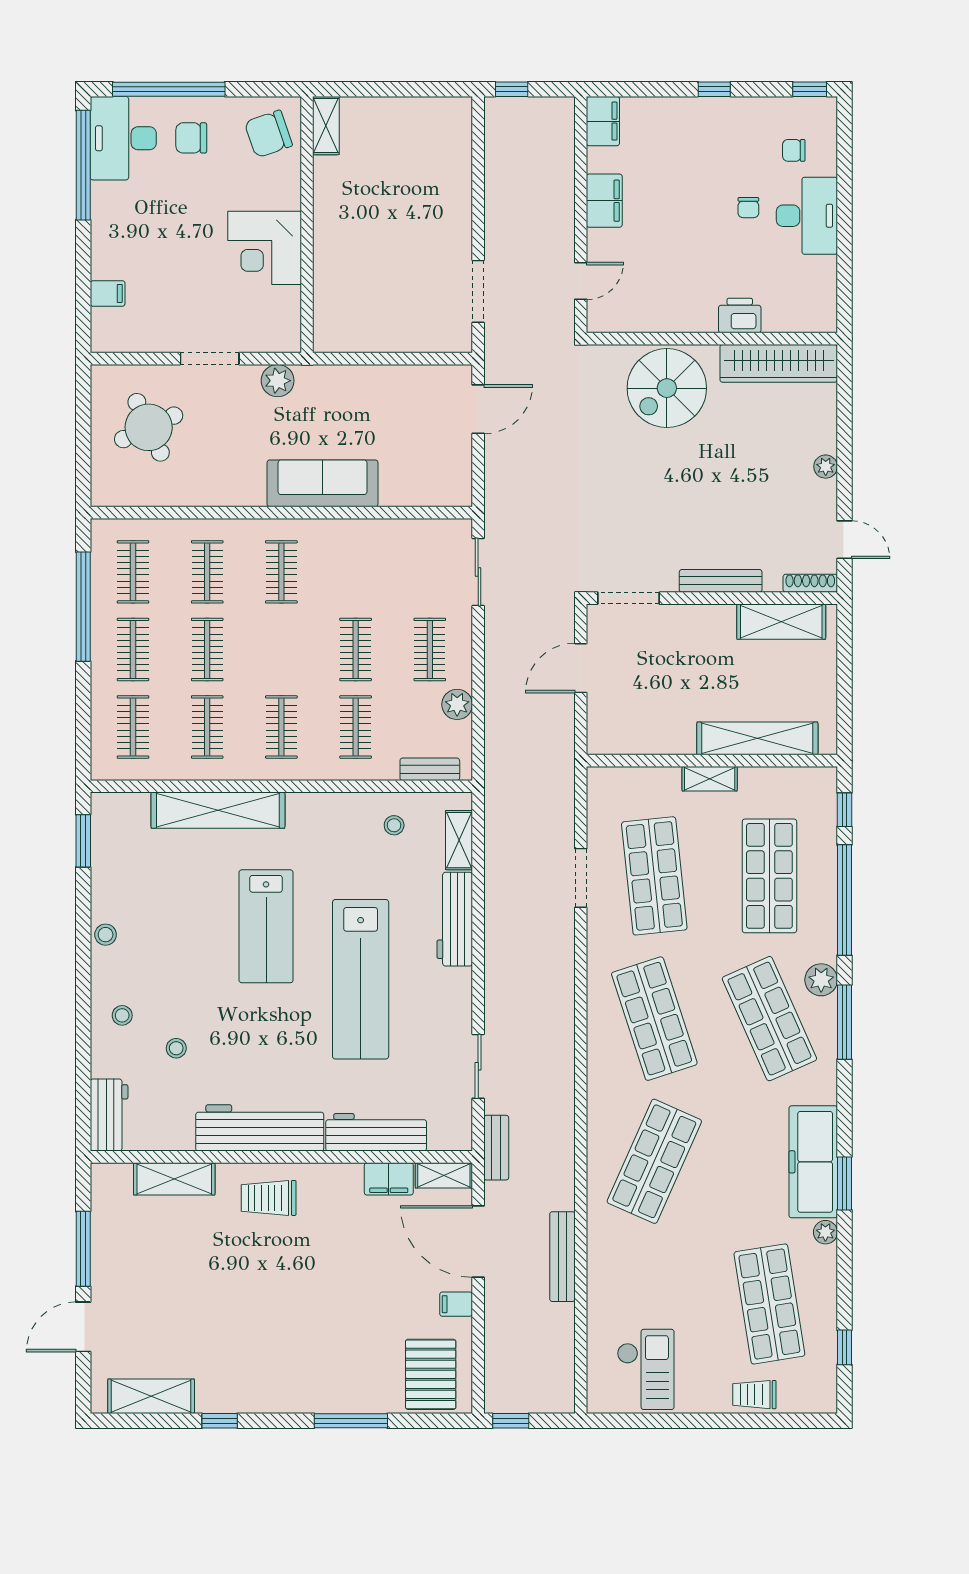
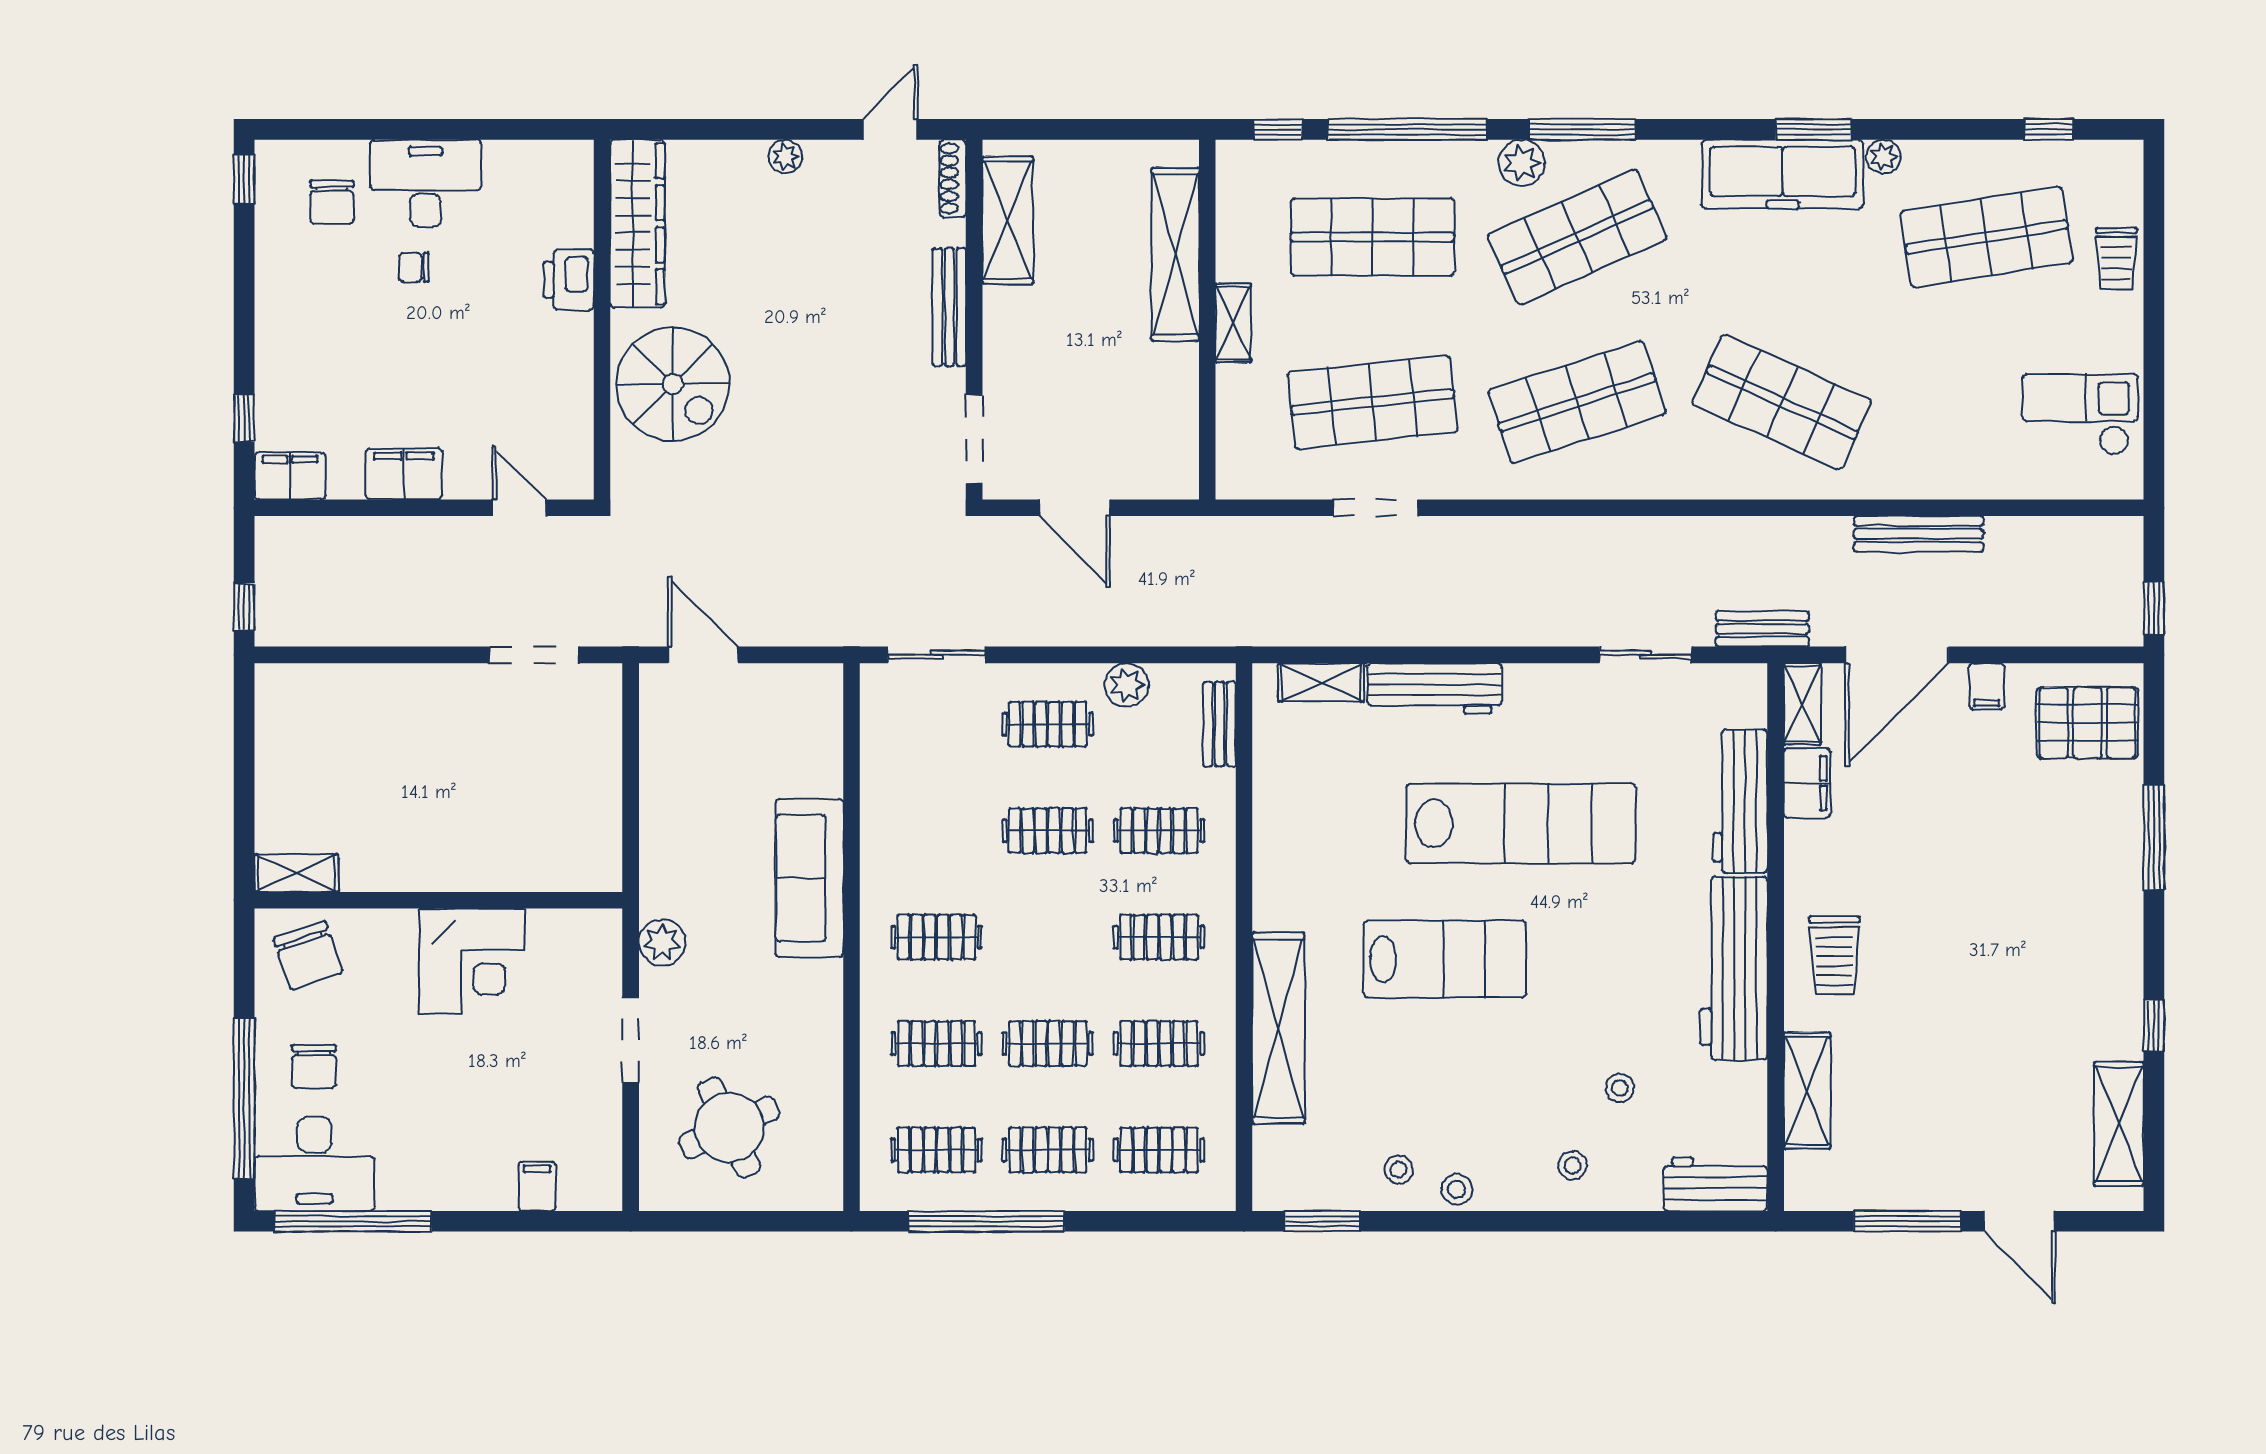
window: (714, 89) -> (244, 418), moved
chair: (794, 150) -> (332, 202), width x1.37, depth x1.37
chair: (748, 208) -> (414, 267), turned 180
stool: (394, 825) -> (1399, 1170), moved

